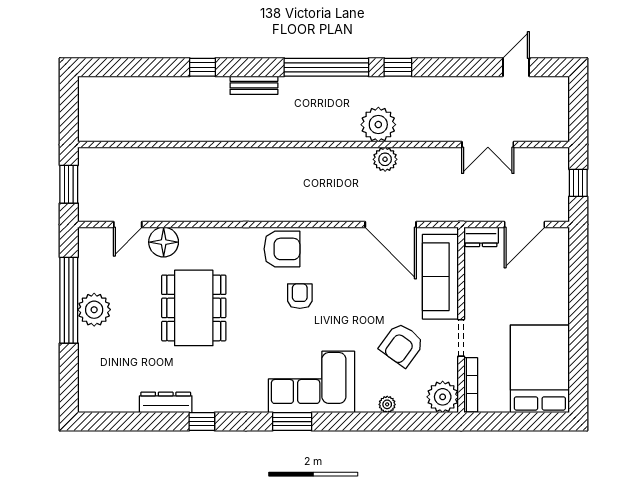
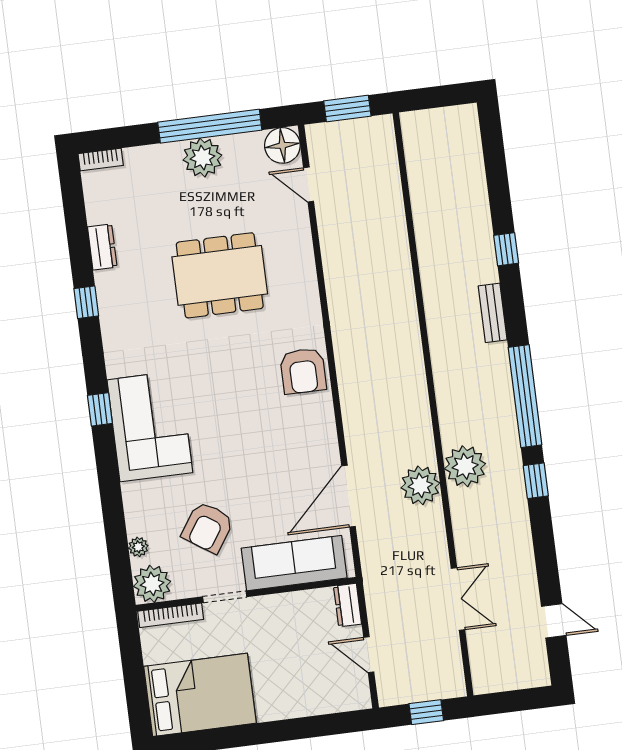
double door: (488, 145) -> (458, 599), swing flipped
plant: (385, 159) -> (420, 485), width x1.36, depth x1.36
door: (524, 224) -> (369, 655), width x0.73
floor lamp: (164, 242) -> (282, 145), moved
armchair: (300, 296) -> (250, 399), removed
armchair: (402, 345) -> (208, 527), turned -92
bookcase: (85, 394) -> (101, 160), added
dresser: (166, 402) -> (102, 247), width x0.70
plant: (387, 404) -> (138, 547), moved
window: (292, 422) -> (100, 409), width x0.67

